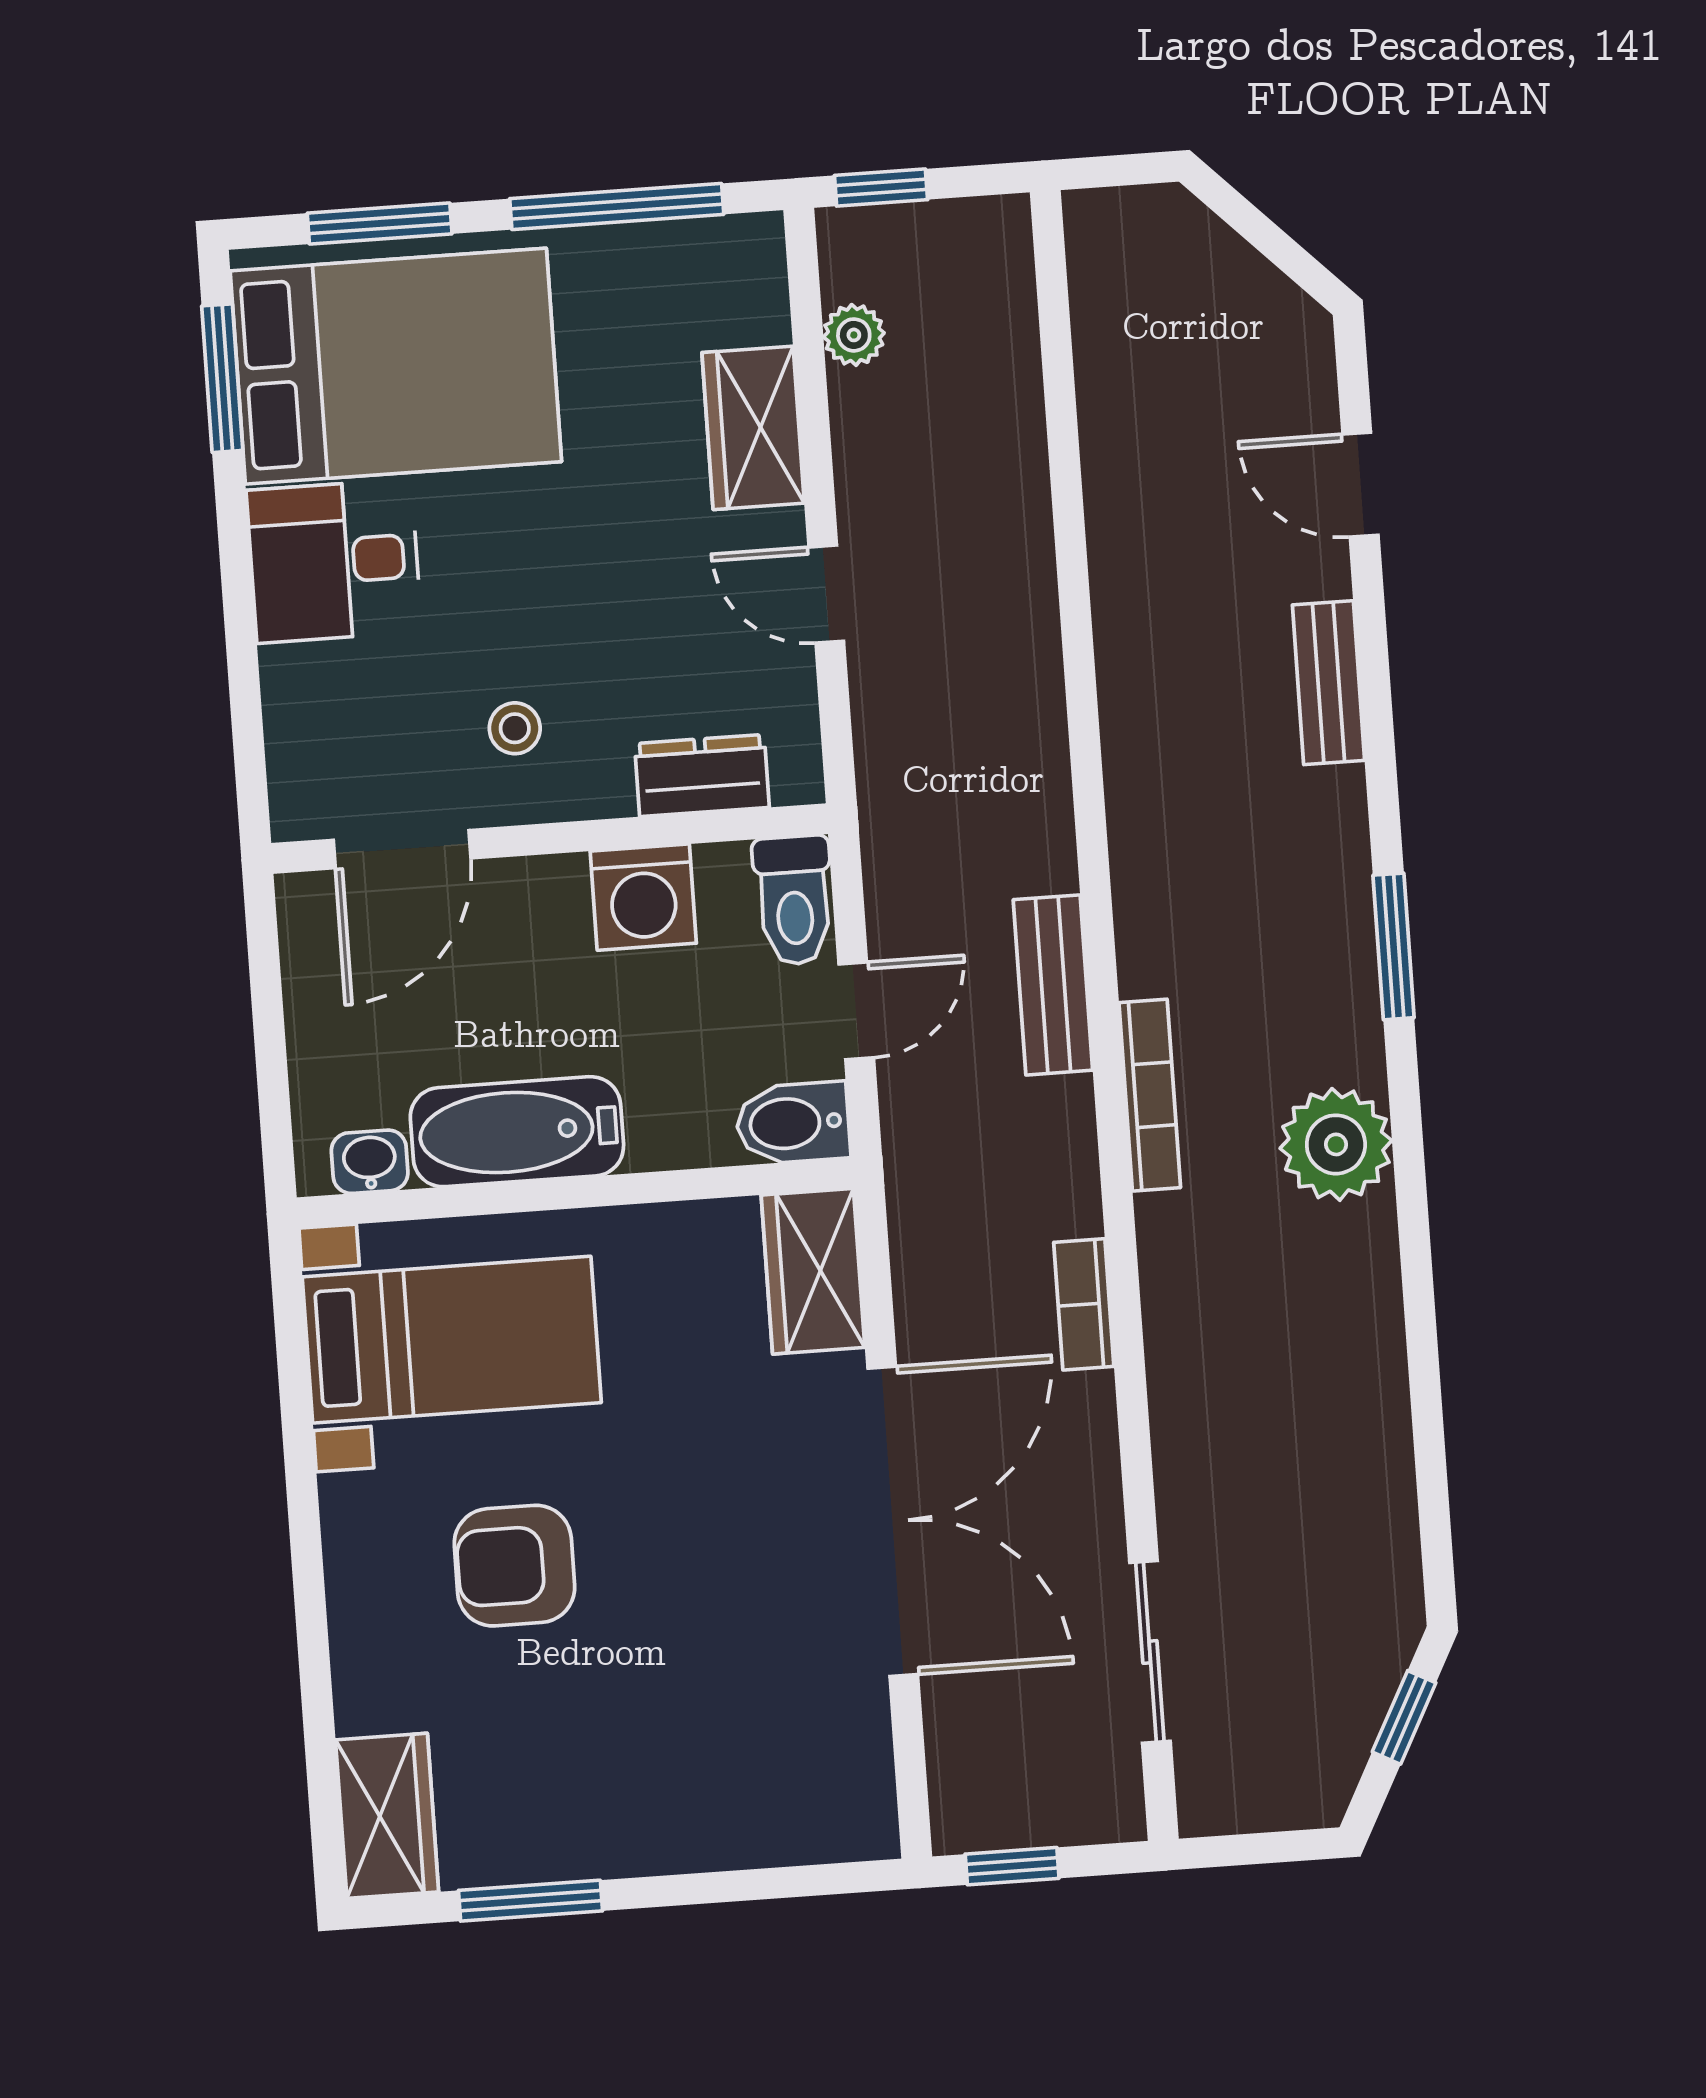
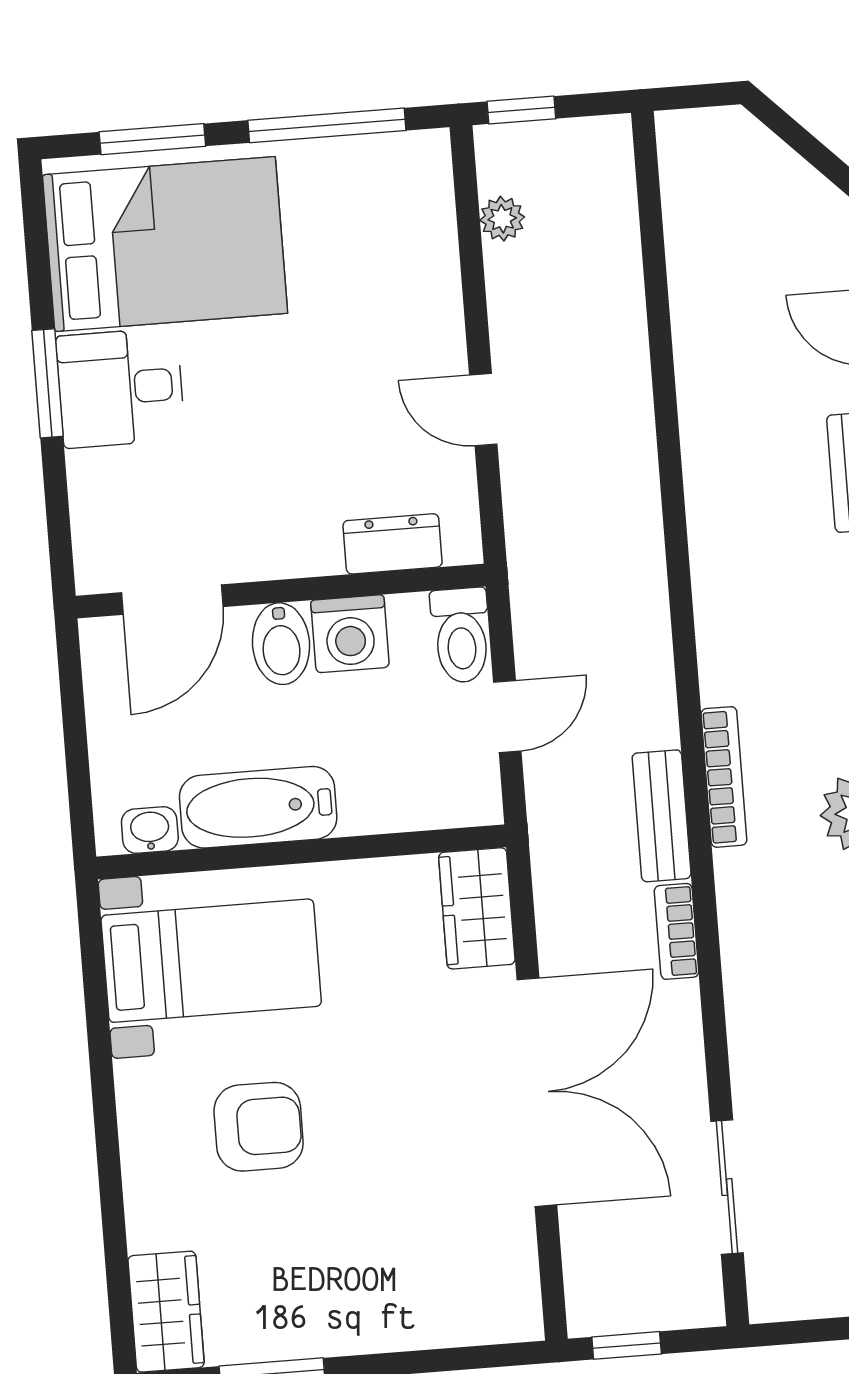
window: (222, 378) -> (48, 383), moved
wardrobe: (753, 428) -> (428, 288), removed
stool: (515, 728) -> (254, 510), removed
bench: (1053, 985) -> (662, 816), moved
bidet: (793, 1123) -> (281, 644), moved, turned -90
armchair: (514, 1566) -> (259, 1127), turned 180

